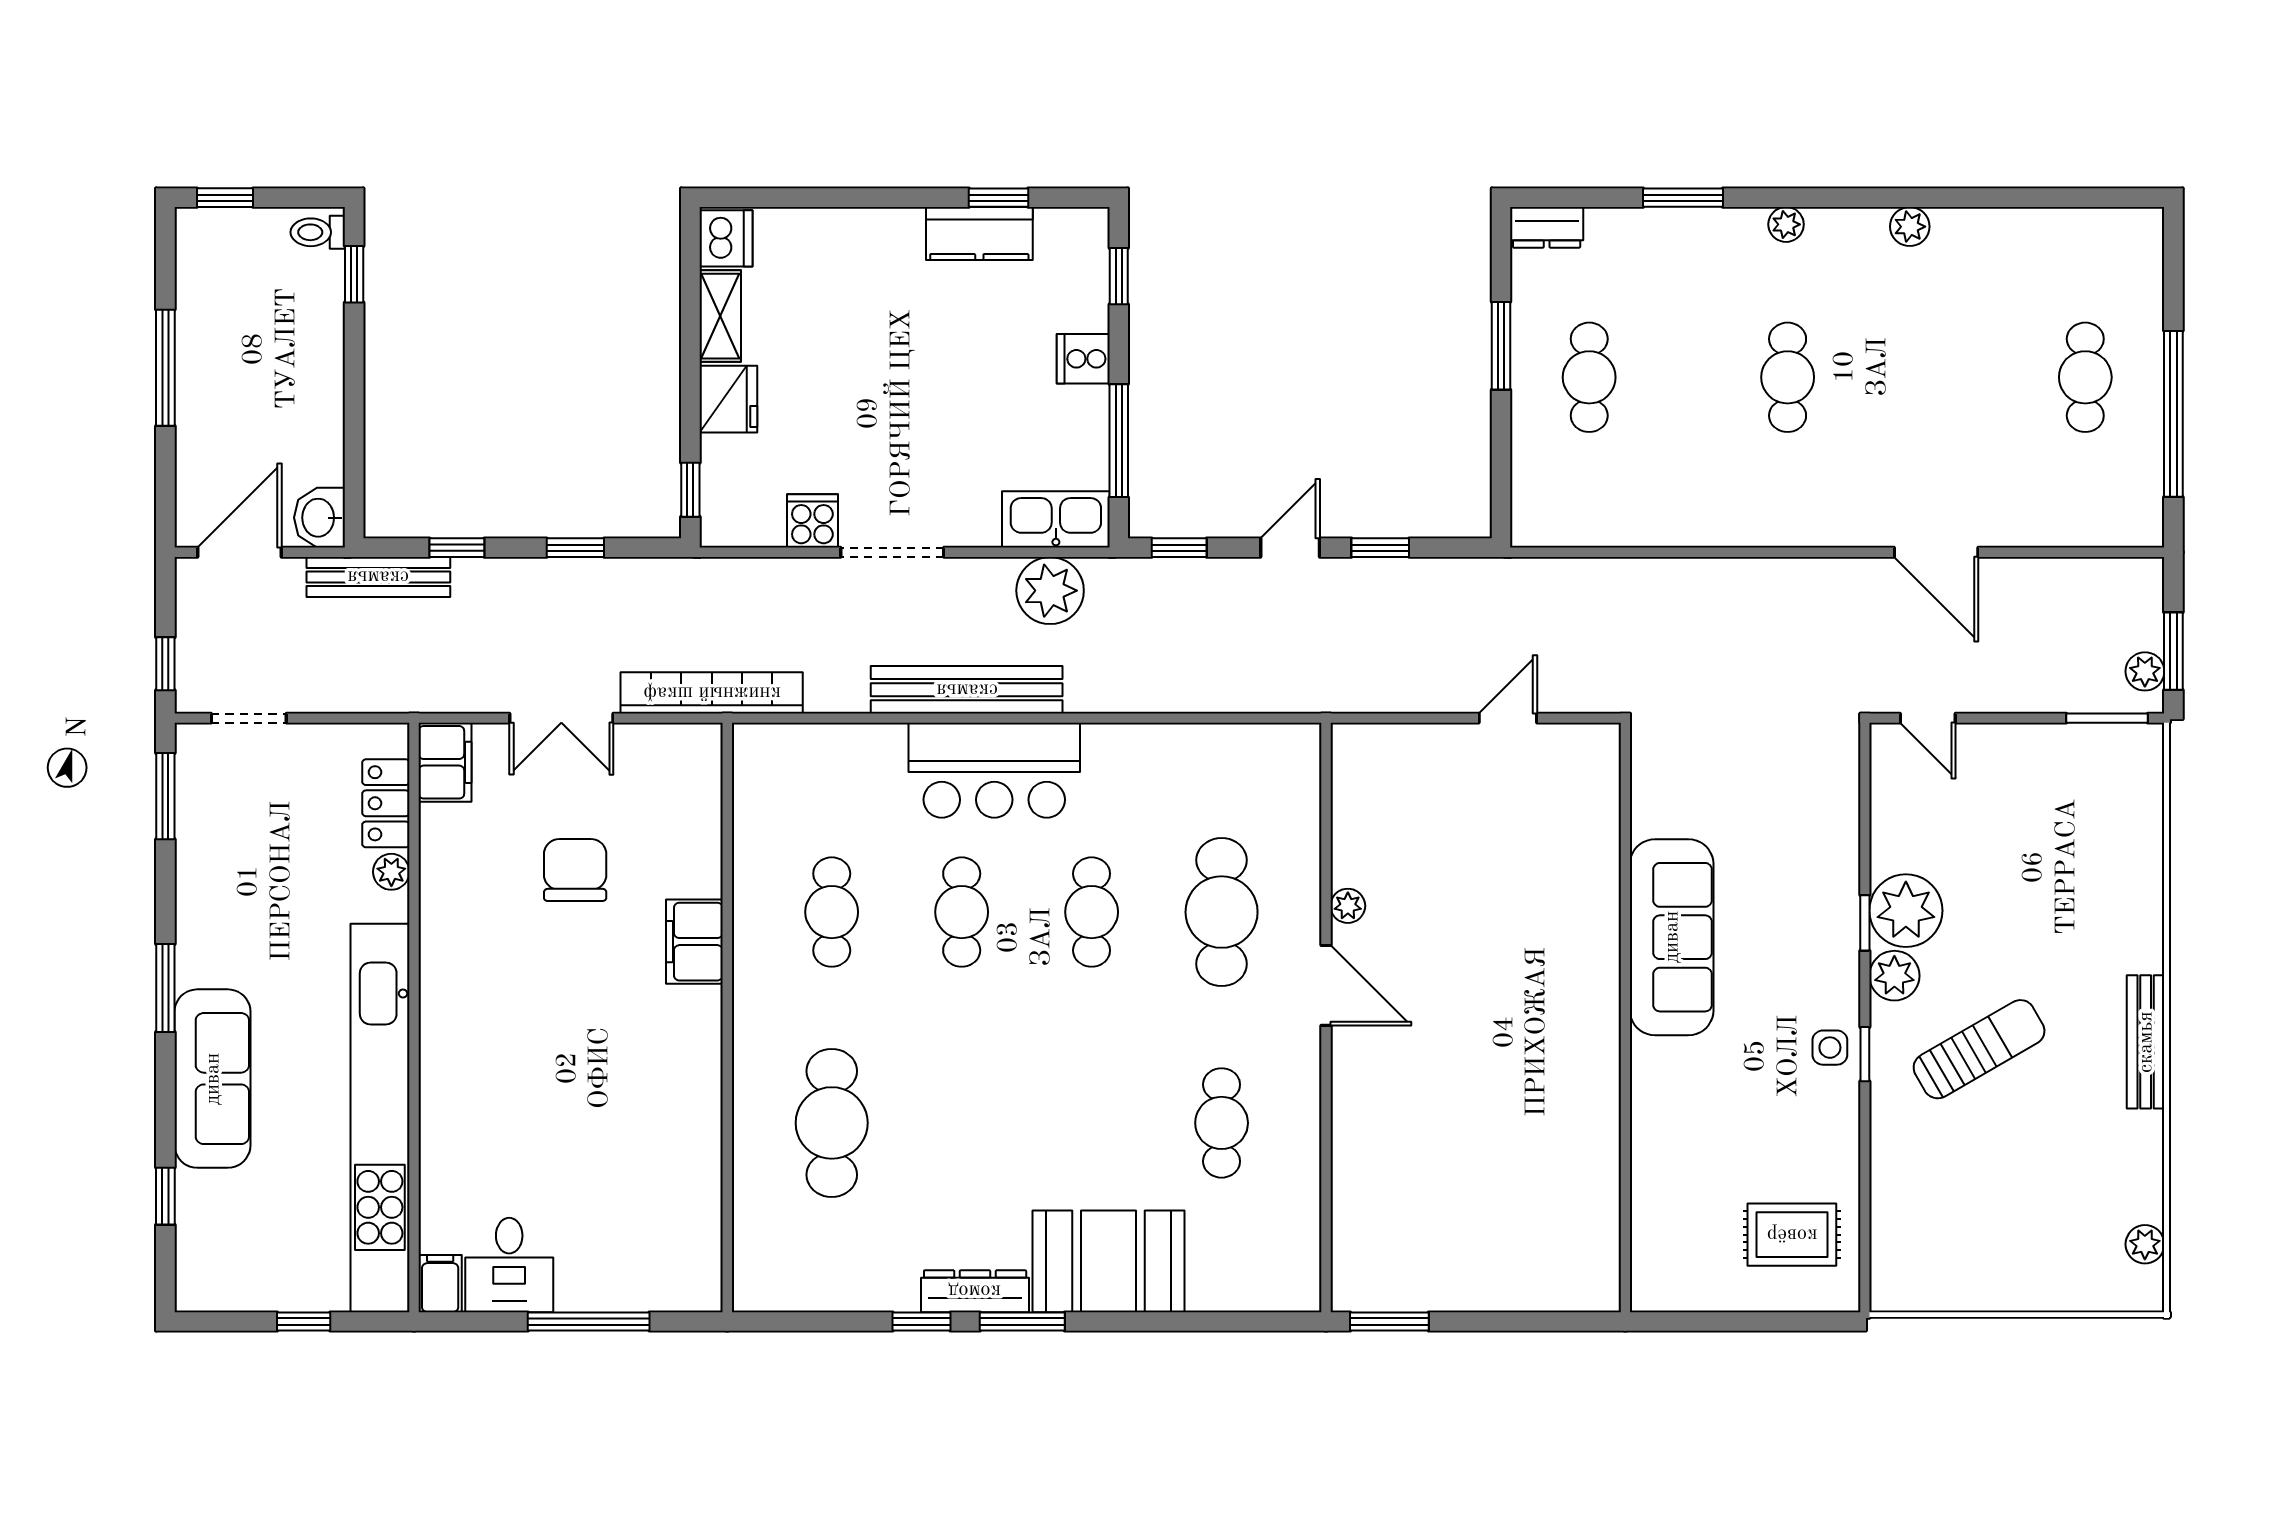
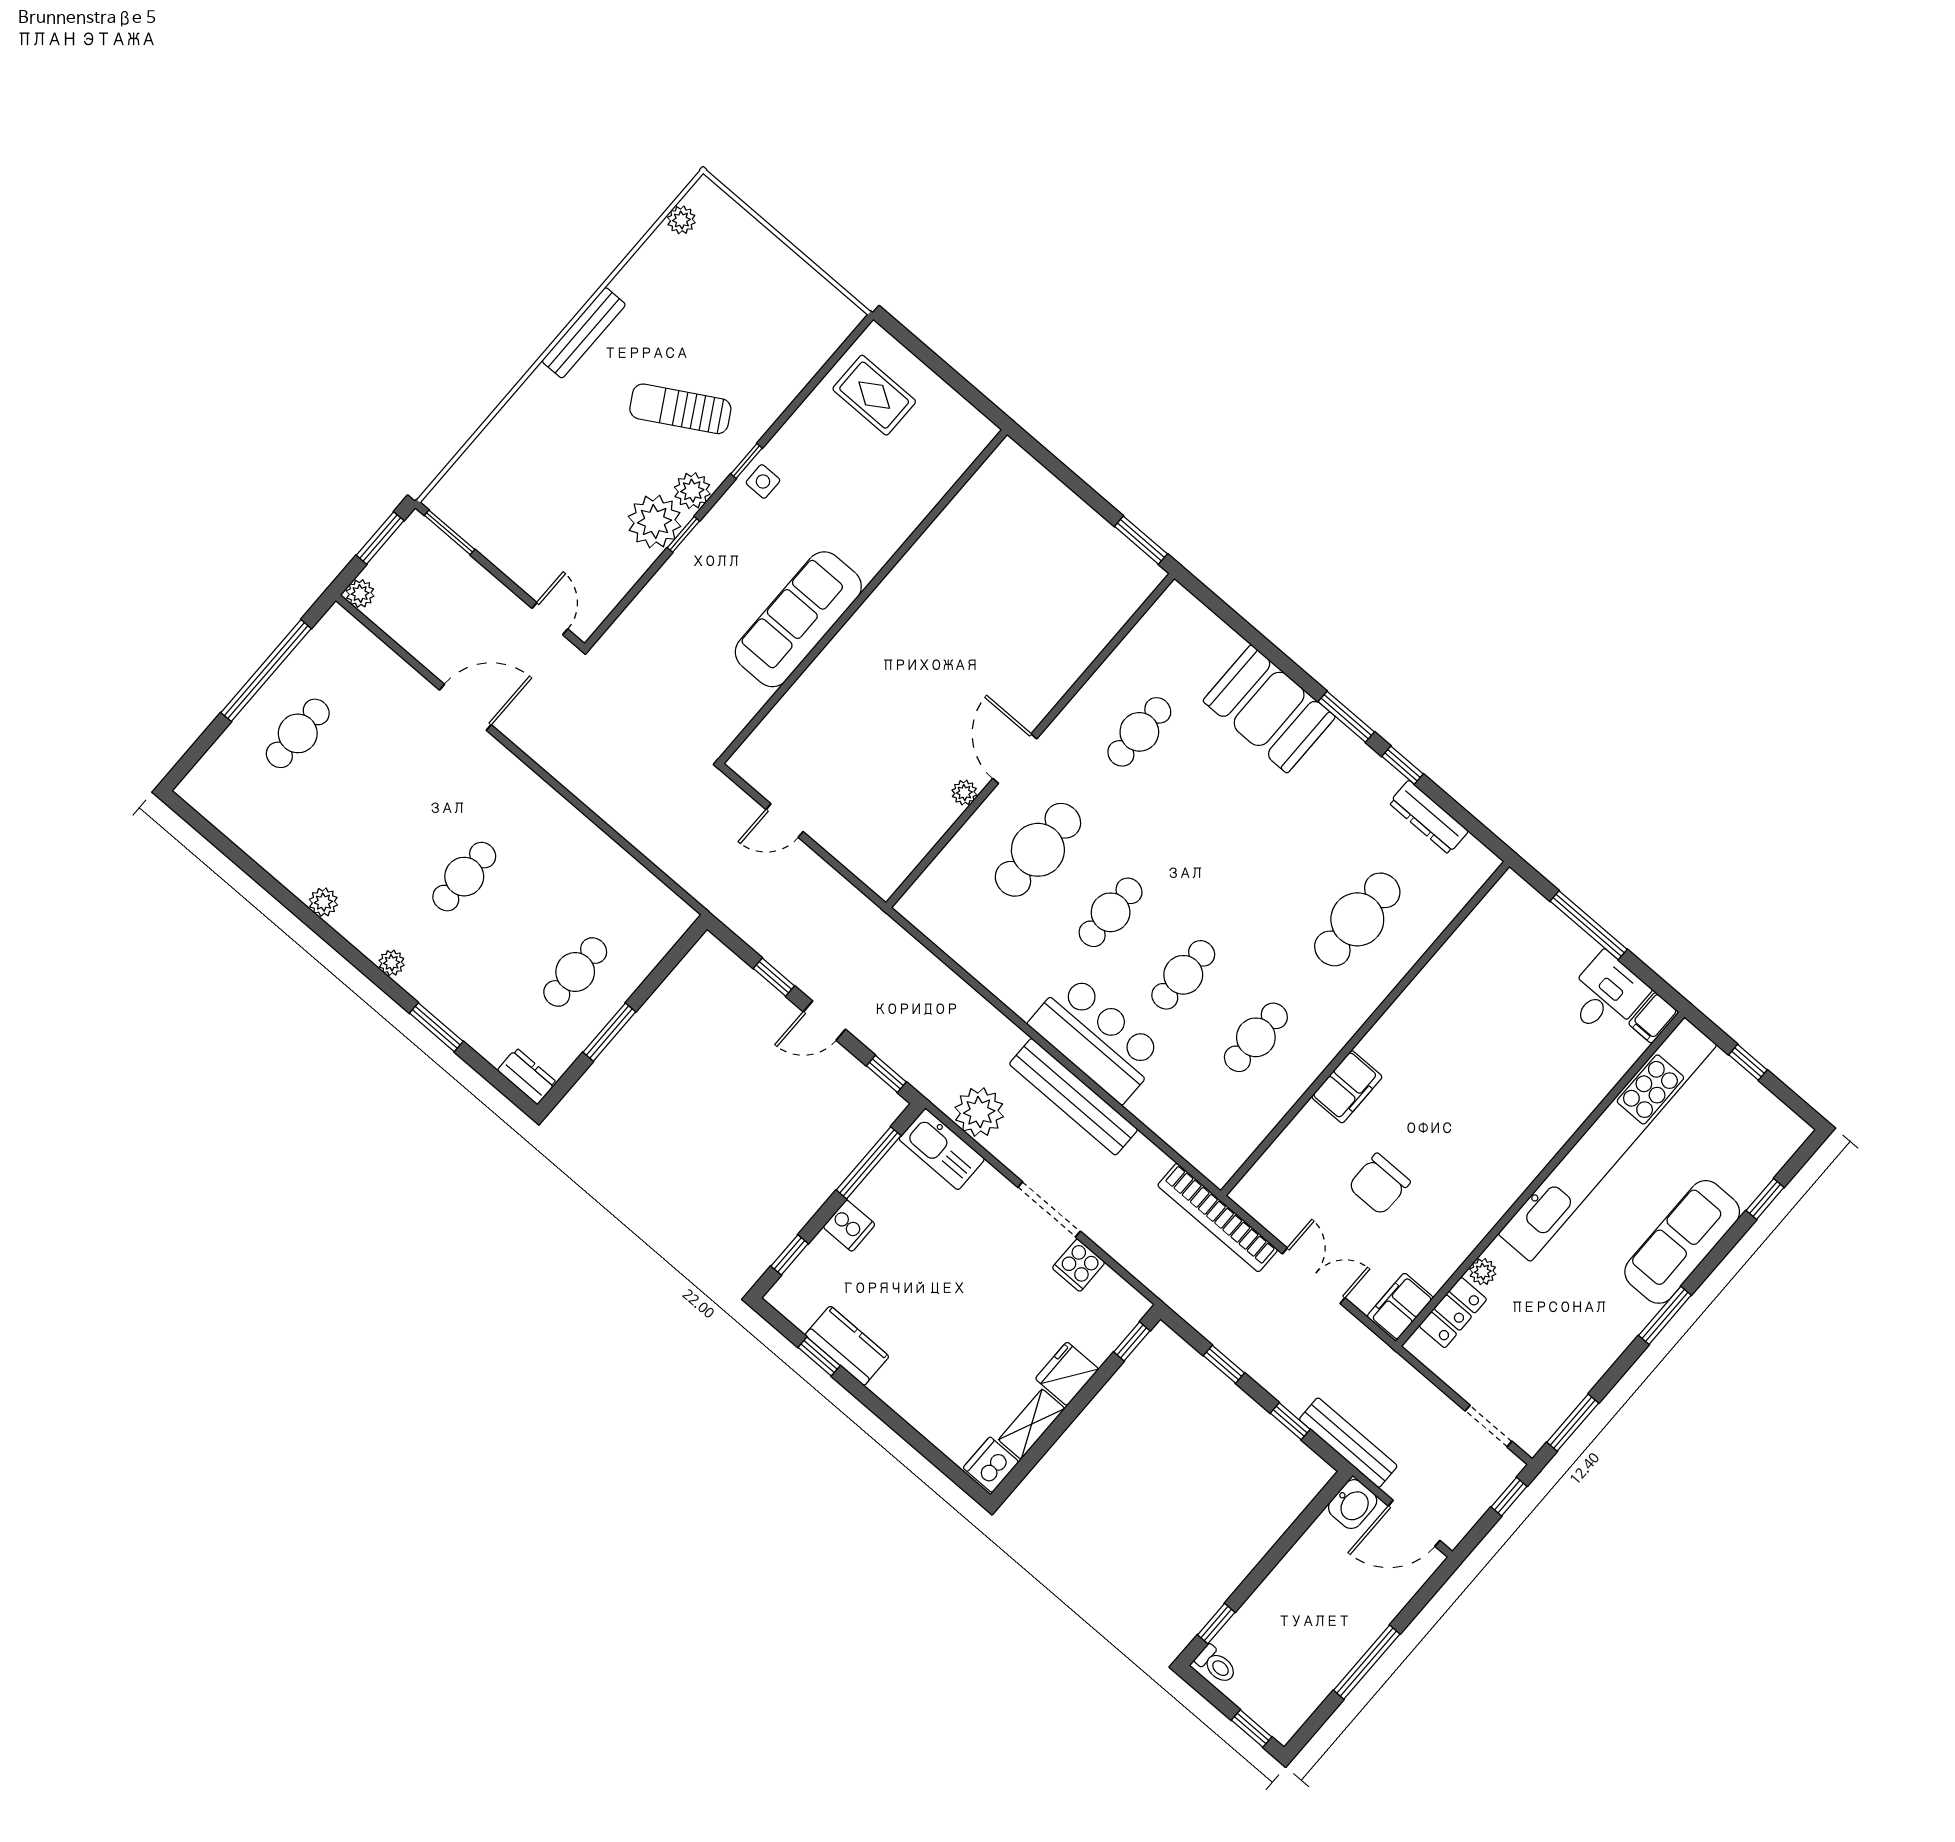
door: (1936, 552) -> (465, 707), hinge flipped
plant: (2145, 671) -> (360, 593), moved
dresser: (975, 1291) -> (1429, 817), moved

